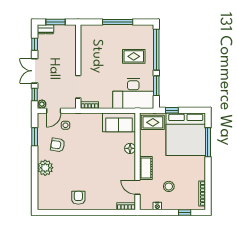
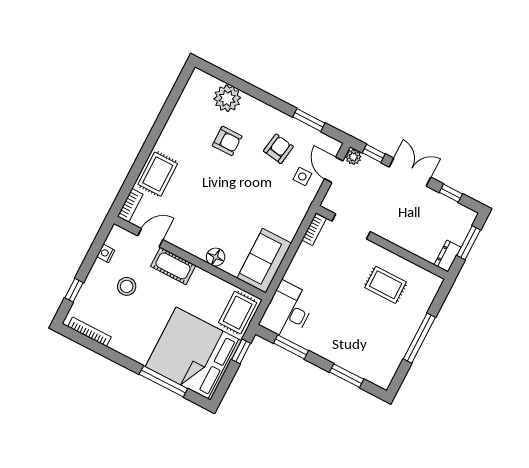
dresser: (46, 29) -> (448, 256), moved
window: (156, 50) -> (347, 376), width x0.47
rug: (134, 56) -> (386, 285), moved, turned 90
desk: (133, 93) -> (288, 311), width x0.73, depth x0.77
plant: (45, 168) -> (227, 98), moved
armchair: (78, 198) -> (227, 141), moved
rug: (103, 200) -> (158, 174), added

